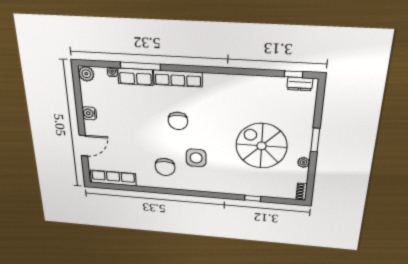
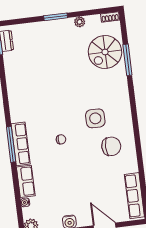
window: (140, 66) -> (11, 144), moved
chair: (178, 121) -> (61, 139), width x0.54, depth x0.54
spiral stairs: (261, 146) -> (105, 52), moved, width x0.73, depth x0.73
window: (253, 198) -> (127, 60), width x2.17

